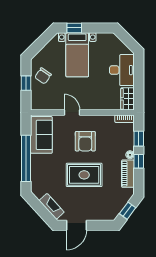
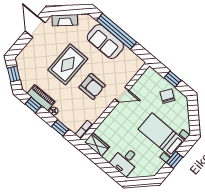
window: (74, 28) -> (174, 160), moved
desk: (122, 70) -> (125, 161), width x0.73
sofa: (41, 135) -> (105, 42), moved
armchair: (85, 141) -> (92, 86), turned 180
window: (139, 161) -> (33, 105), moved

